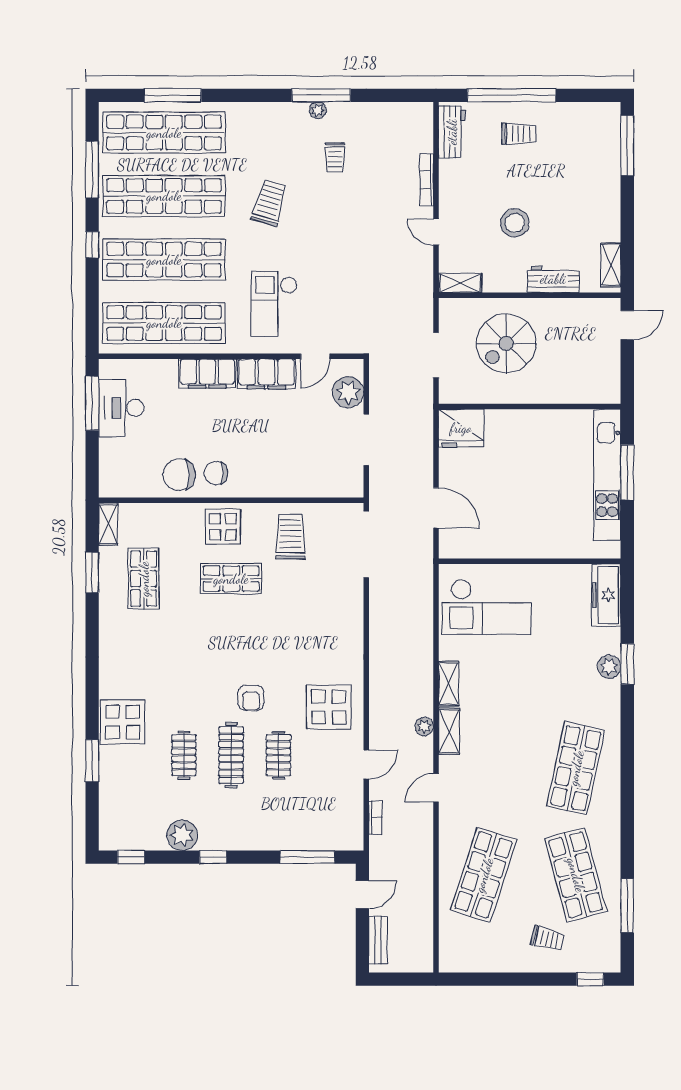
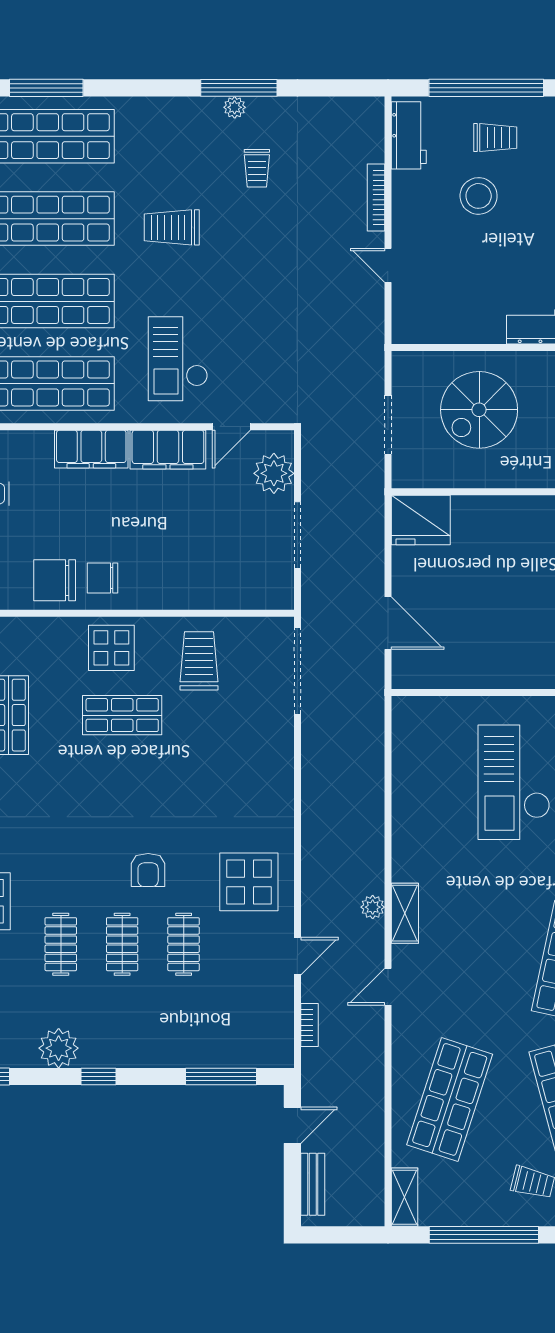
trolley: (269, 203) -> (172, 227), turned -106
stool: (515, 223) -> (479, 196), moved
shelving: (460, 283) -> (419, 332), removed
checkout: (487, 607) -> (514, 782), moved, turned 90
shelving: (449, 684) -> (405, 1197), moved
clothes rail: (231, 755) -> (122, 944), width x0.73
window: (510, 979) -> (484, 1235), added

